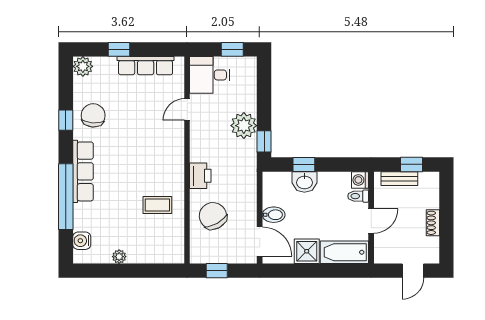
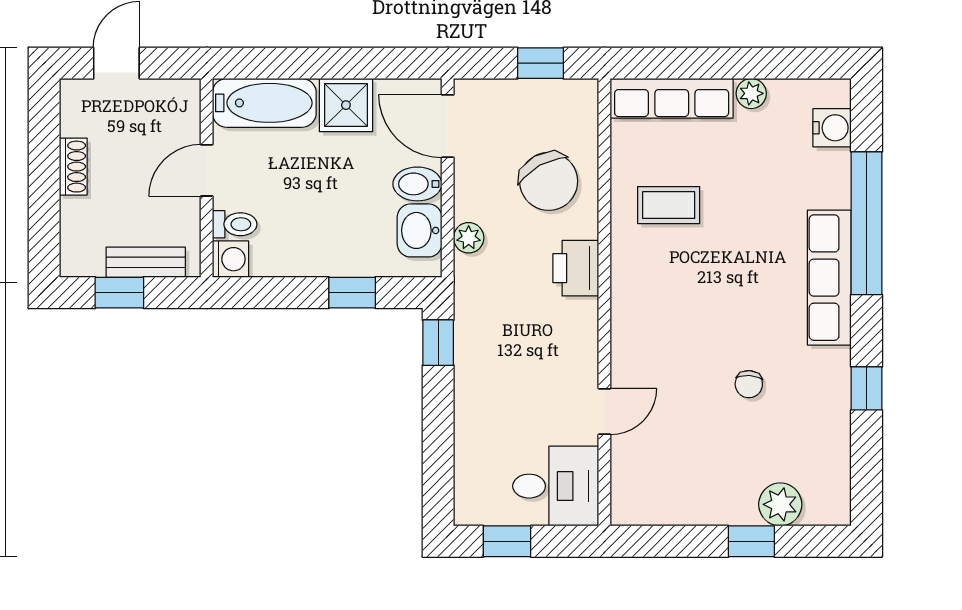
plant: (83, 66) -> (780, 504), moved
row of seats: (146, 66) -> (672, 98), moved, turned 180
chair: (93, 115) -> (749, 384), moved, width x0.54, depth x0.54
plant: (244, 126) -> (469, 238), moved, width x0.53, depth x0.53
washbasin: (304, 182) -> (420, 230), moved, turned -90

